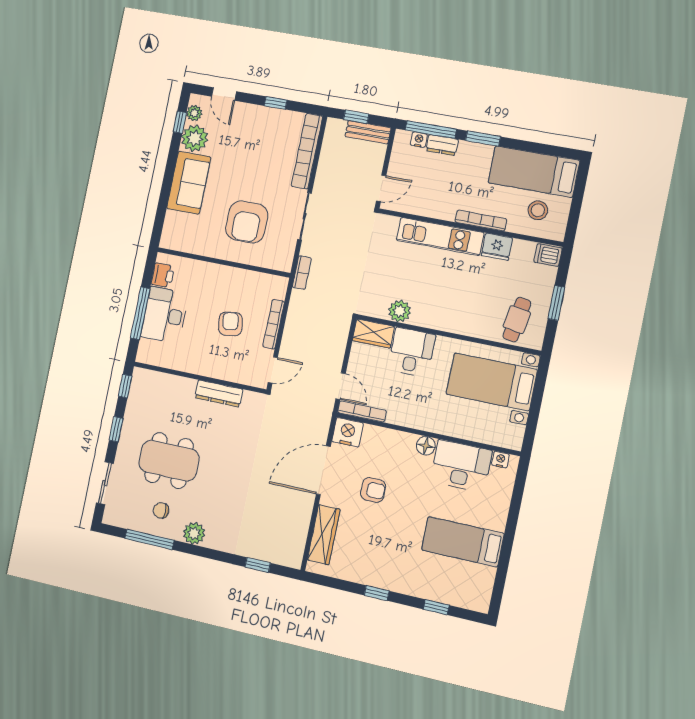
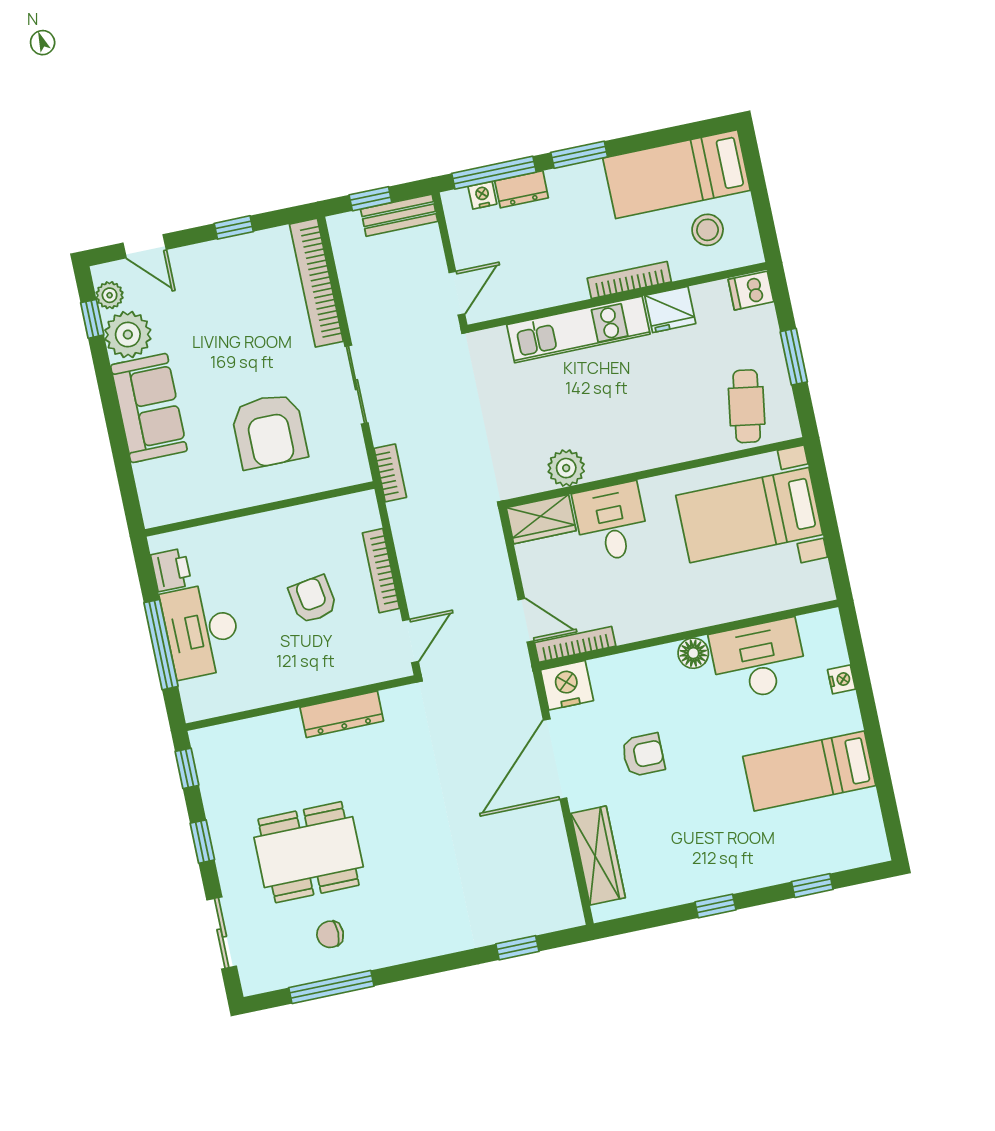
nightstand: (500, 460) -> (841, 679), moved, turned 90
plant: (194, 533) -> (398, 945), removed

